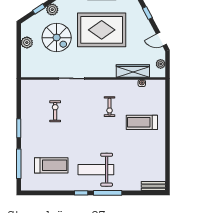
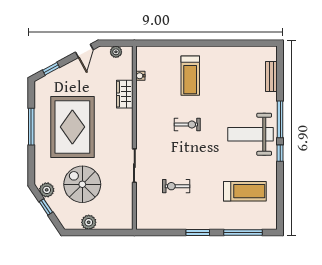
spiral stairs: (57, 38) -> (82, 184), turned -90
wardrobe: (133, 71) -> (125, 94), width x0.67
exercise bike: (110, 107) -> (187, 124), moved
treadmill: (51, 165) -> (245, 191), turned 90
weight bench: (96, 170) -> (251, 134), turned 90
bench: (153, 186) -> (271, 76), moved

